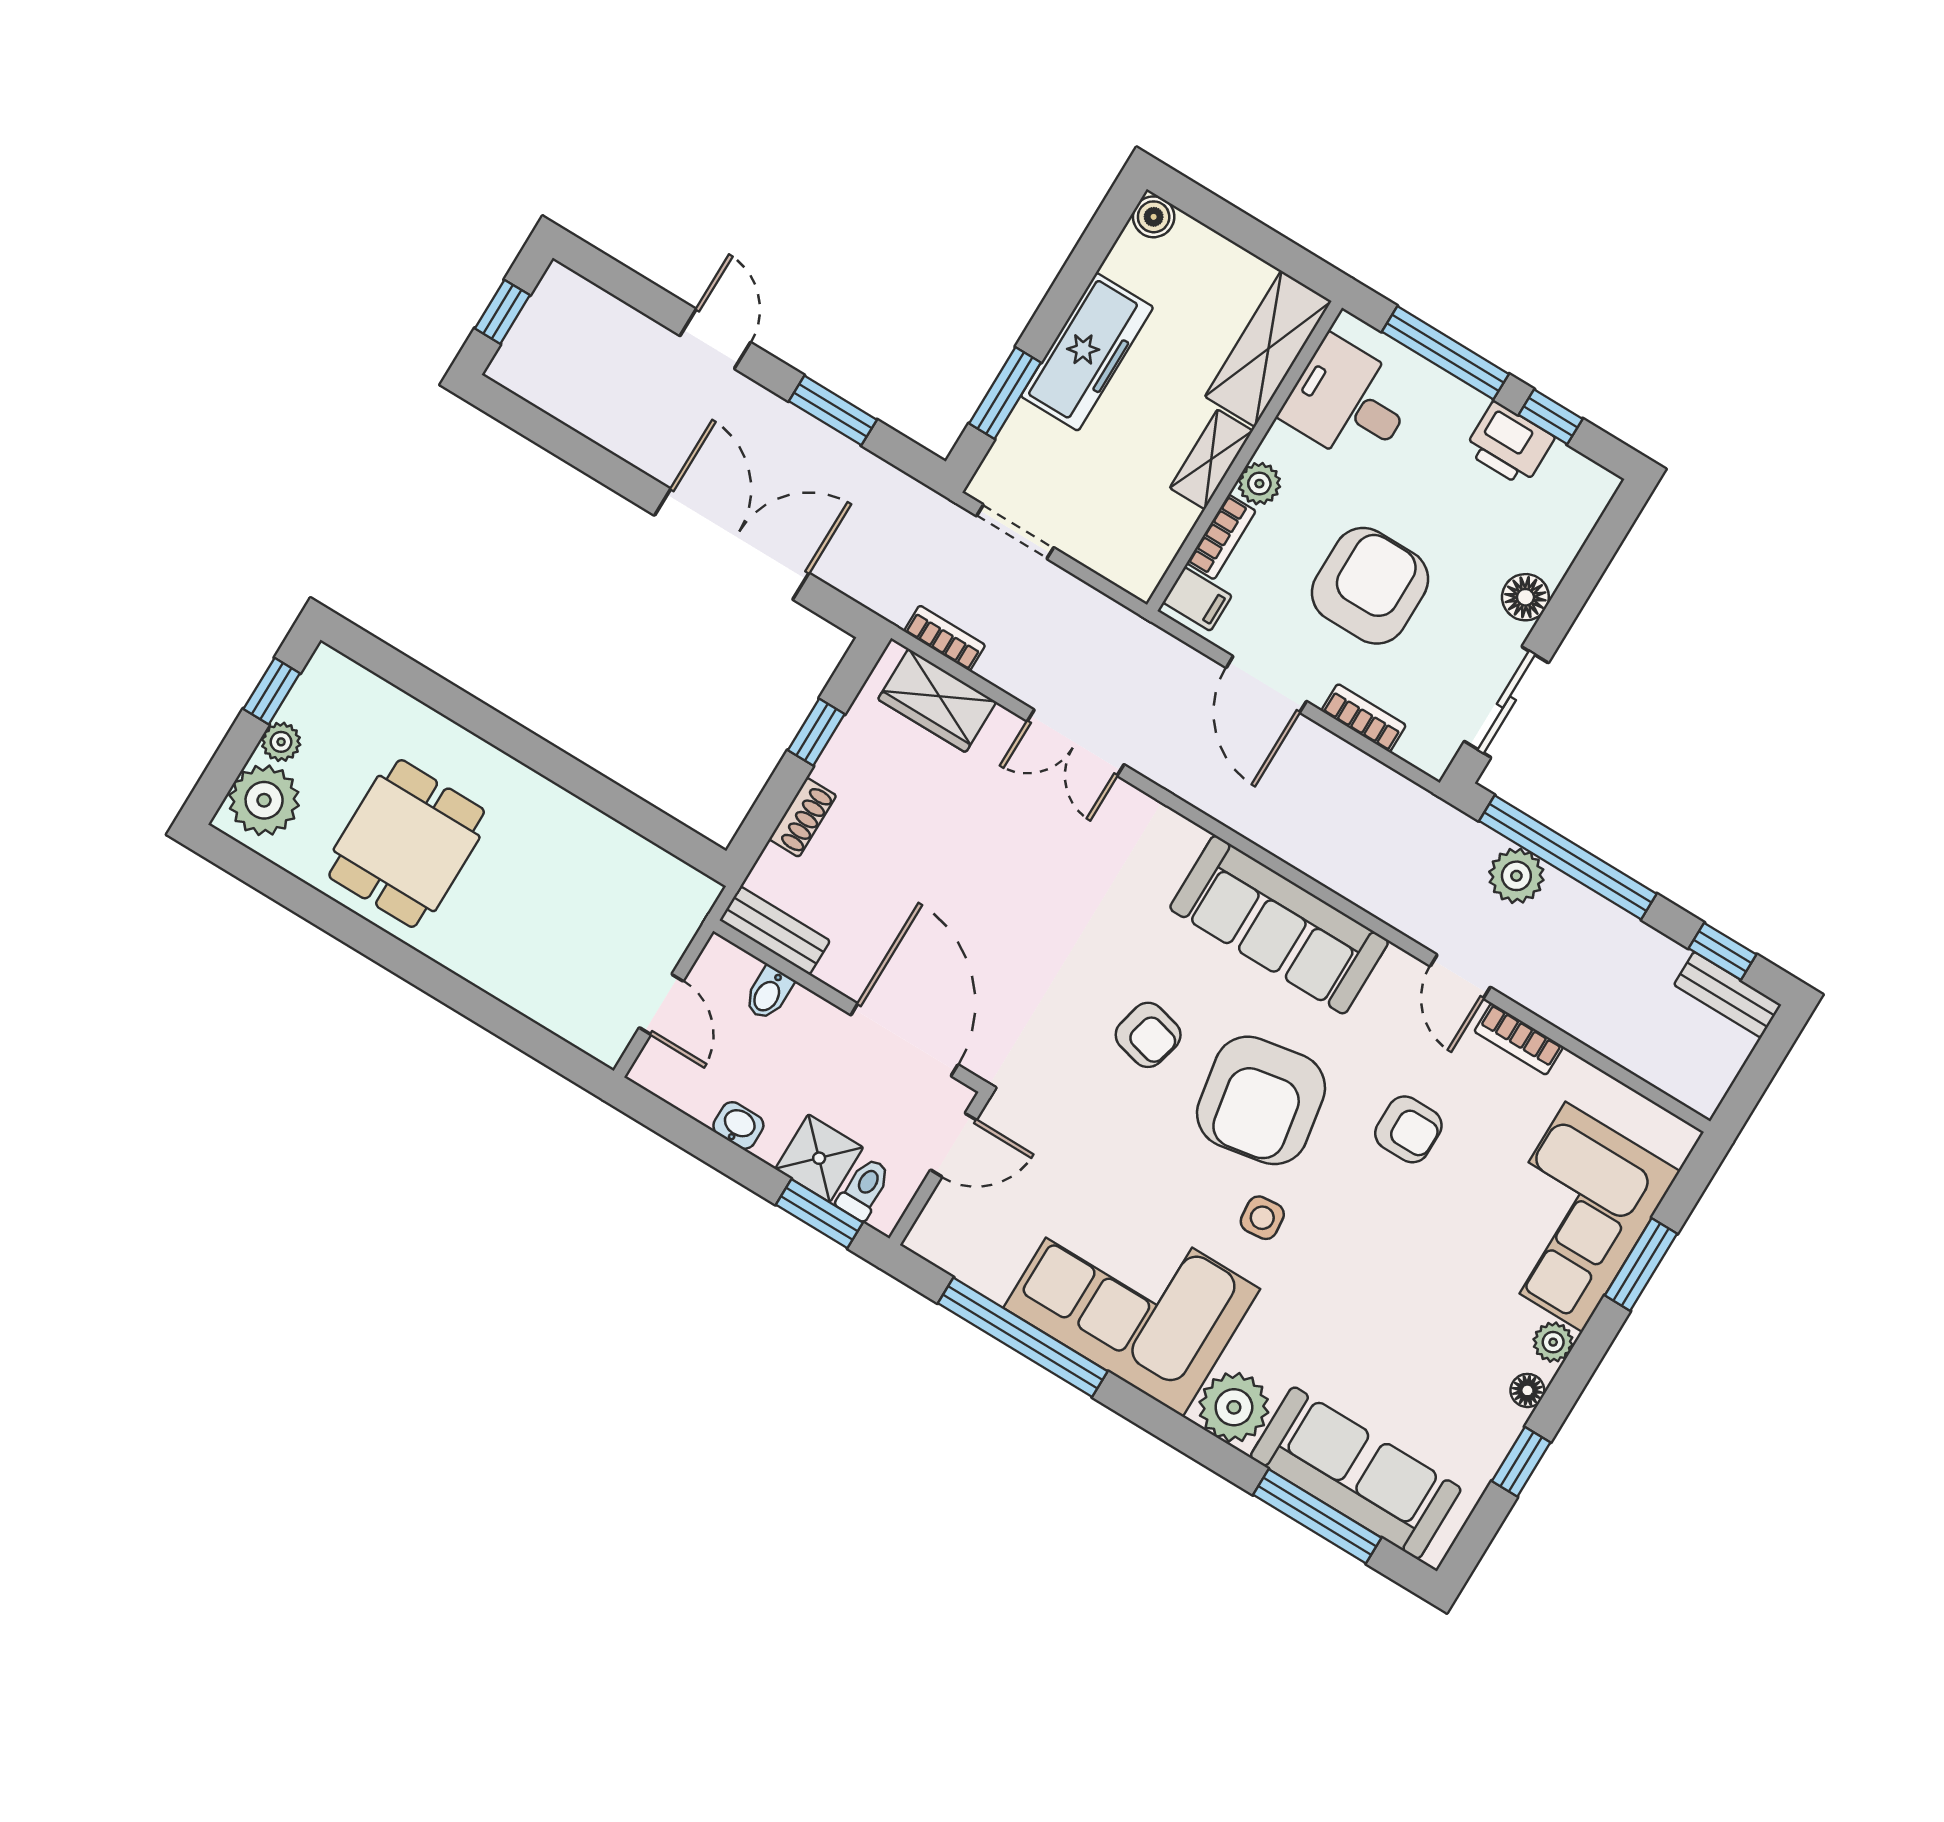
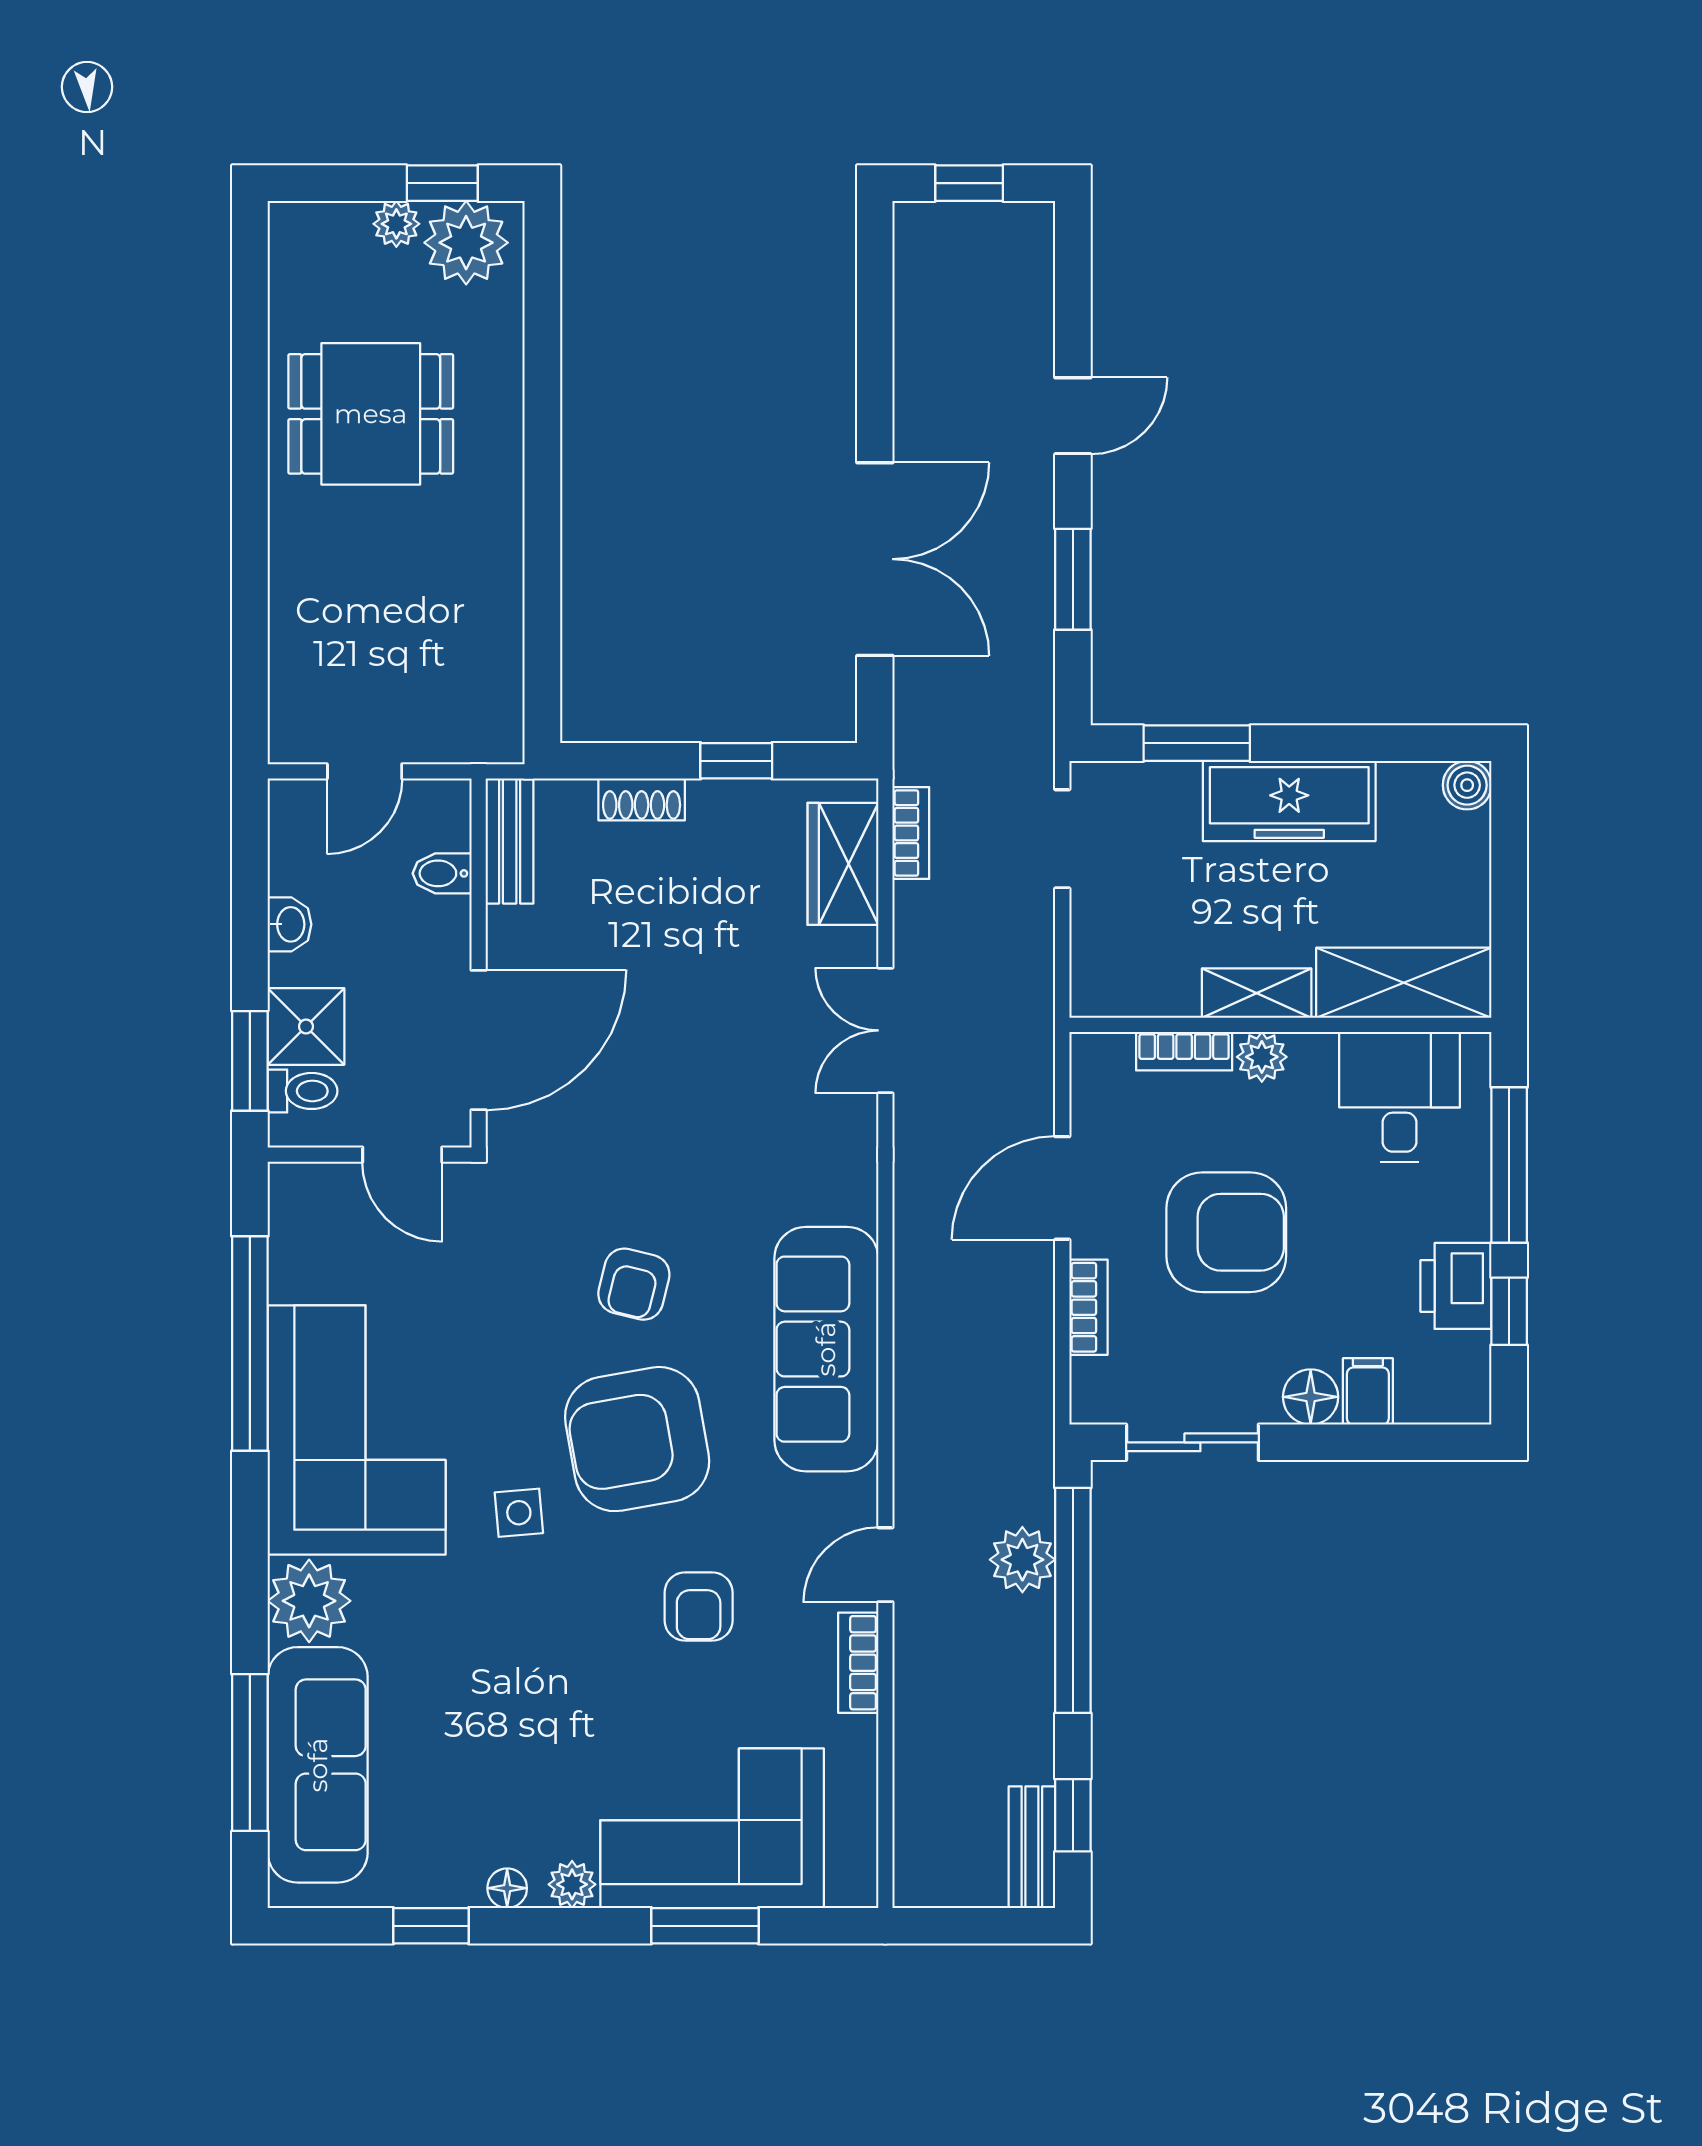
filing cabinet: (1197, 599) -> (1368, 1391), moved, turned 180
plant: (264, 800) -> (466, 243), moved

